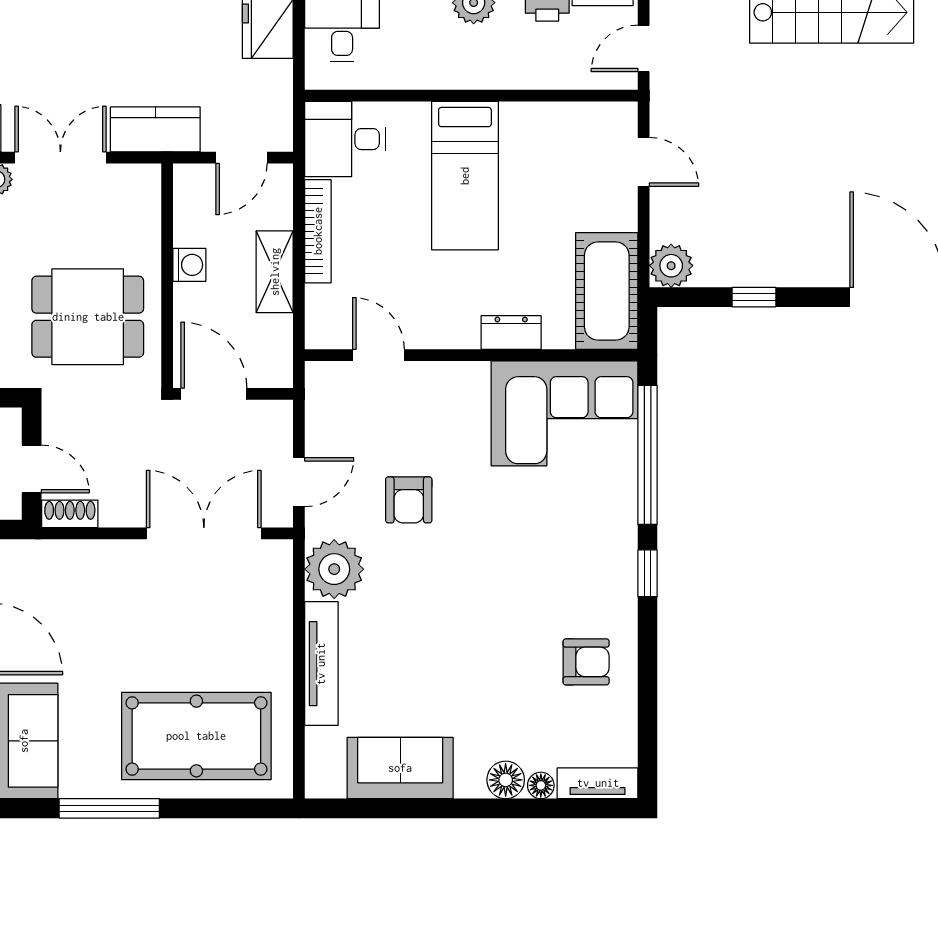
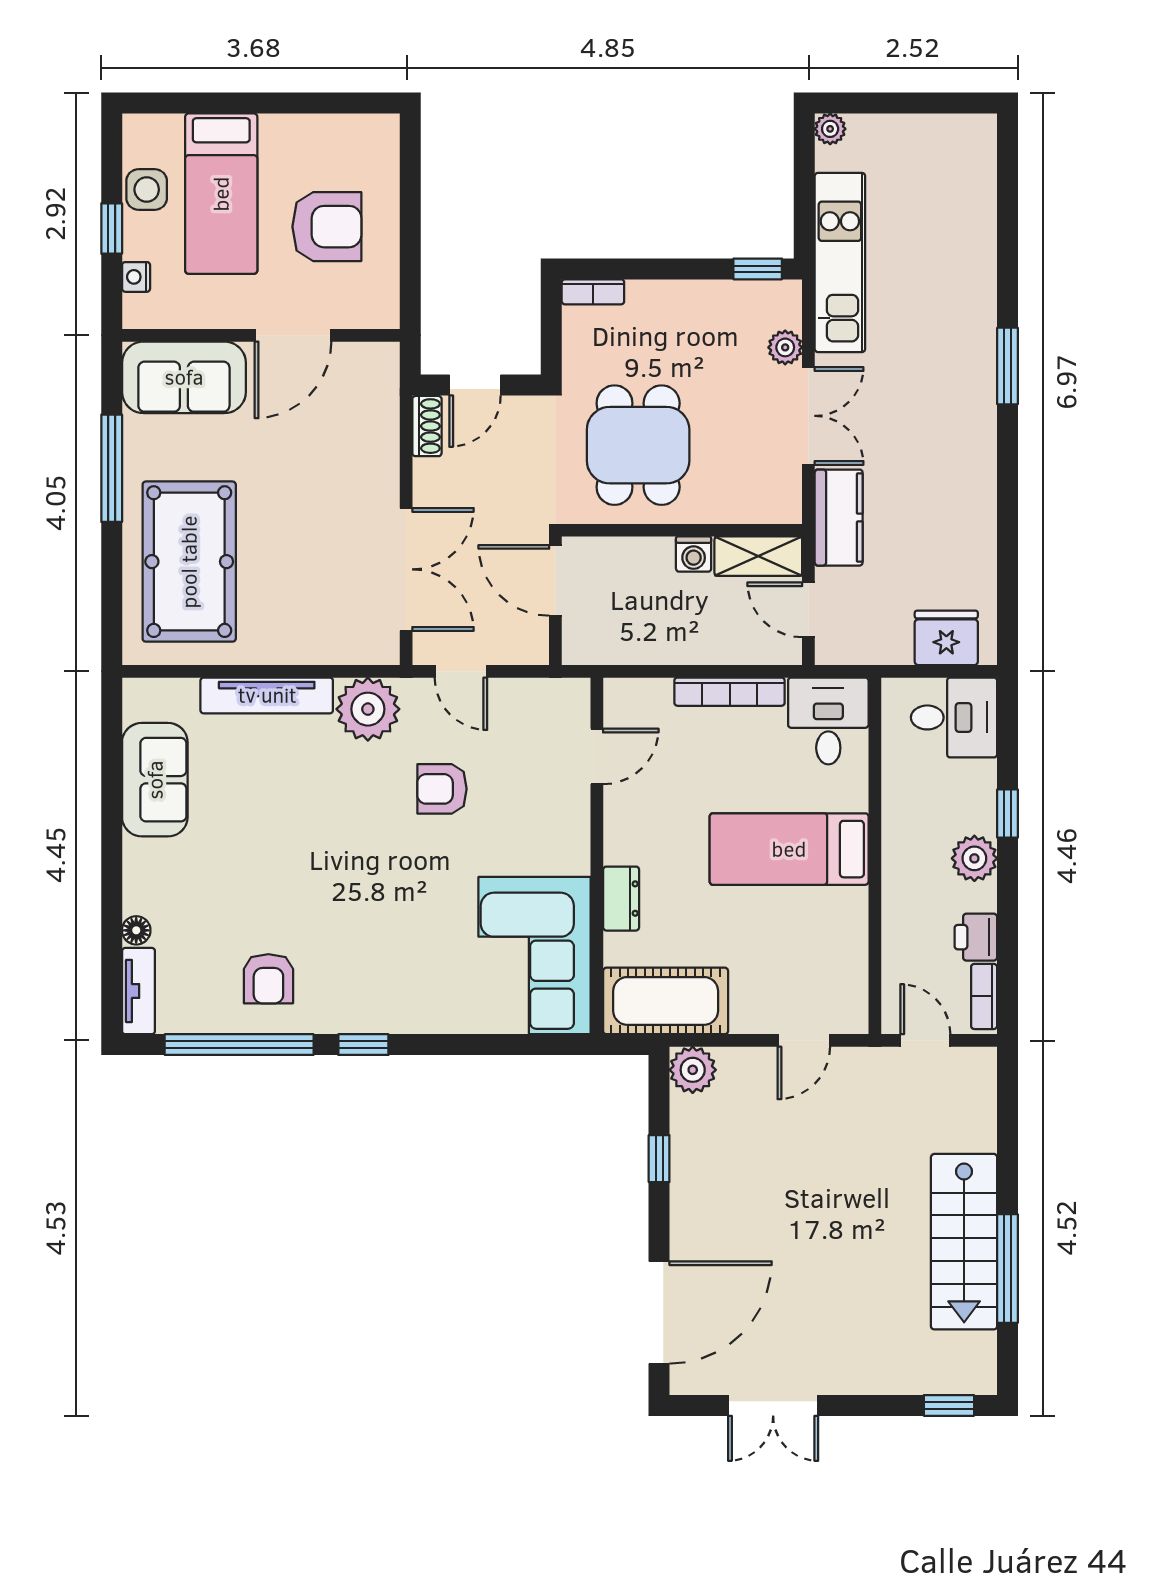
shelving: (275, 272) -> (758, 556), moved
door: (214, 394) -> (555, 580), swing flipped
window: (648, 455) -> (239, 1045), moved
floor lamp: (506, 780) -> (142, 893), removed

